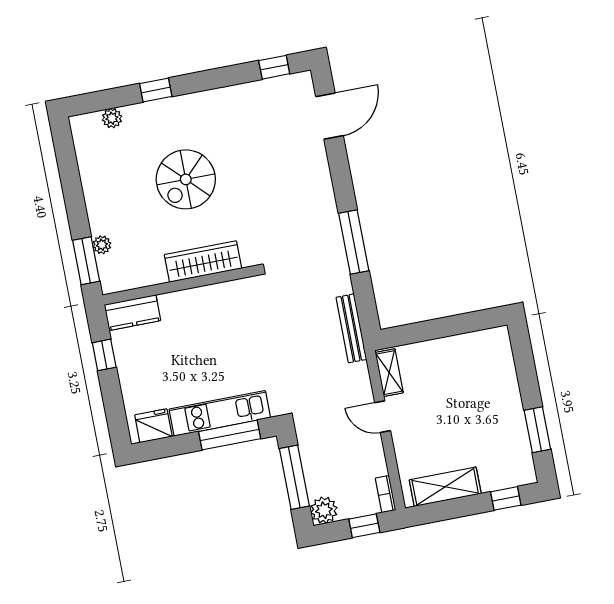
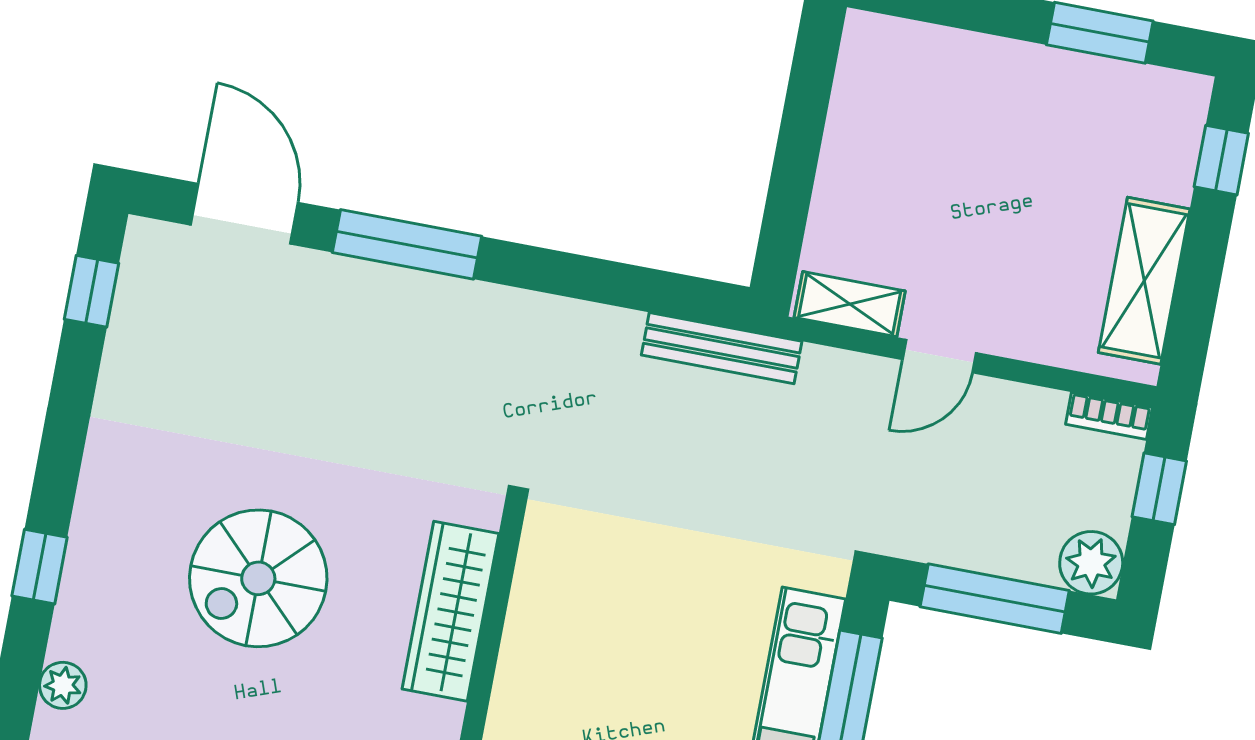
spiral stairs: (186, 179) -> (258, 578), turned 90
window: (354, 242) -> (407, 244), moved

